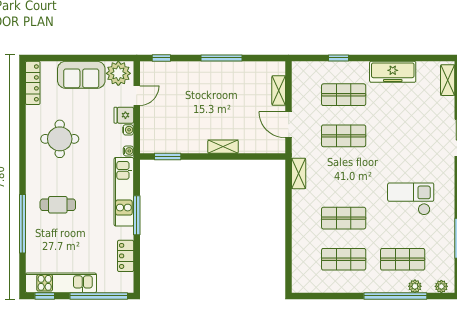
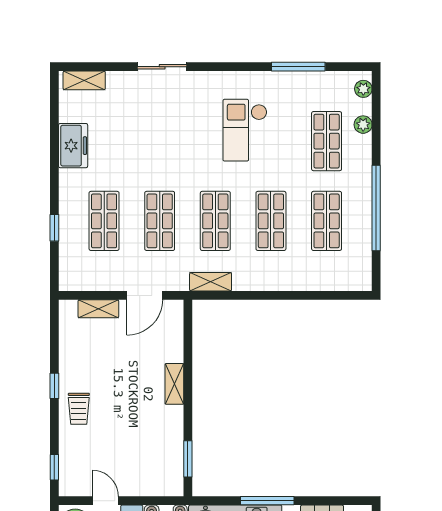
window: (222, 58) -> (54, 386), width x0.46
freezer: (393, 72) -> (73, 146), width x0.71
trolley: (205, 76) -> (79, 409), added
shop shelf: (344, 177) -> (215, 221), added
window: (395, 296) -> (376, 208), moved

